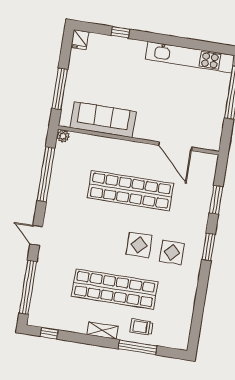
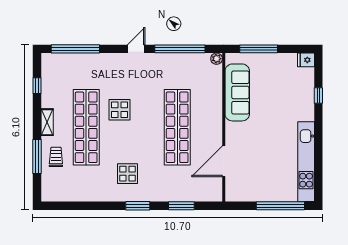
door: (36, 235) -> (136, 49), moved
display table: (139, 245) -> (119, 110), moved
window: (49, 333) -> (37, 86), moved

